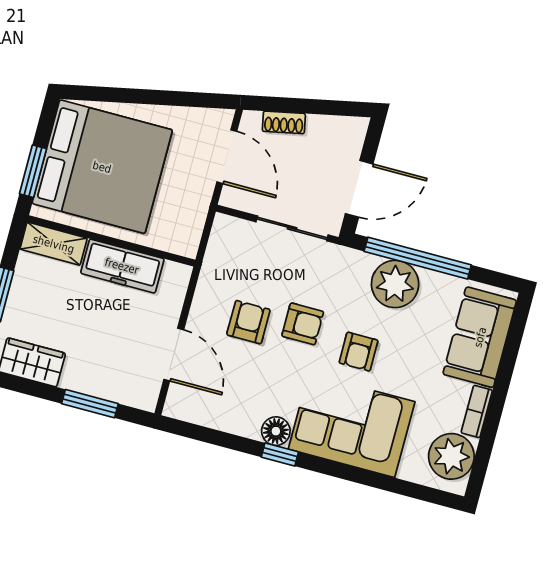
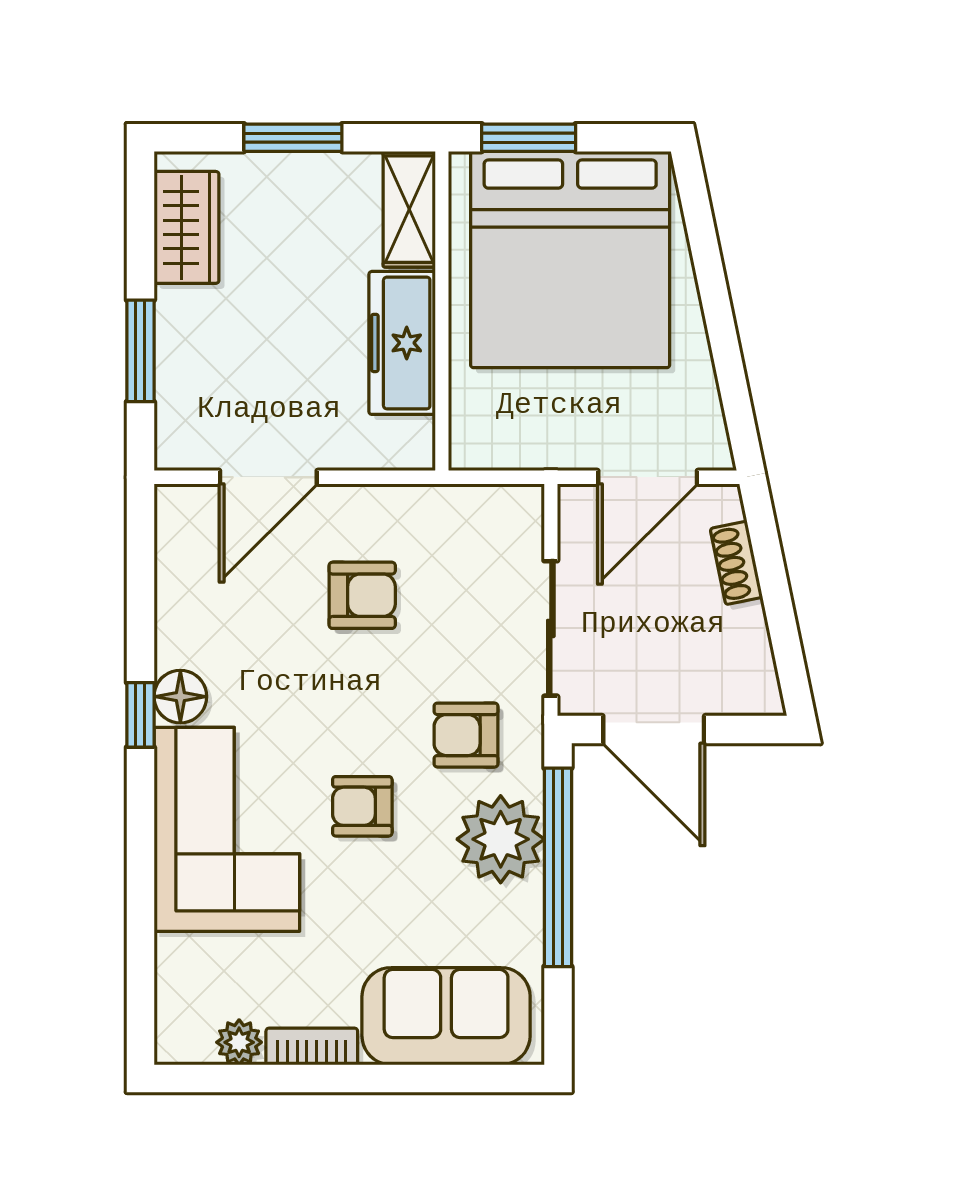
armchair: (303, 324) -> (466, 735), moved, turned 90
plant: (451, 456) -> (239, 1042), width x0.53, depth x0.53

